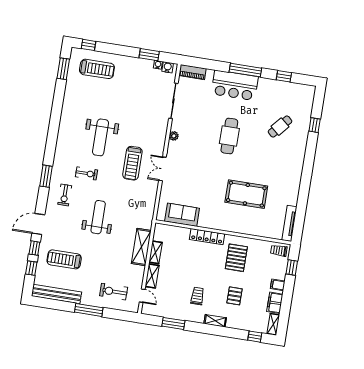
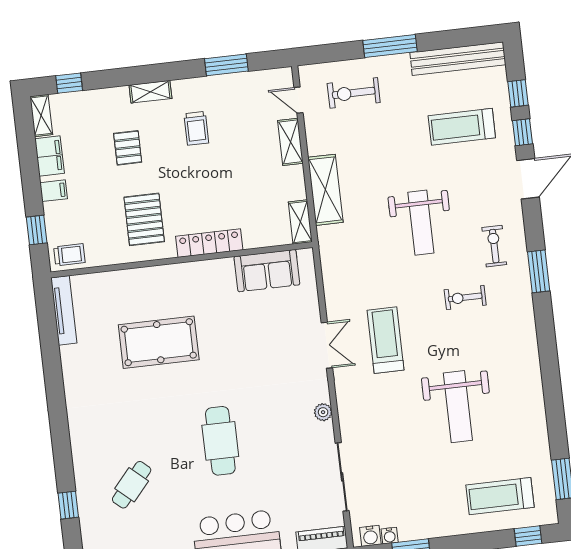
weight bench: (101, 137) -> (458, 407), moved, turned 180
shelving: (156, 252) -> (300, 222), moved
treadmill: (64, 259) -> (462, 127), turned 180
exercise bike: (114, 292) -> (354, 93), turned 180

